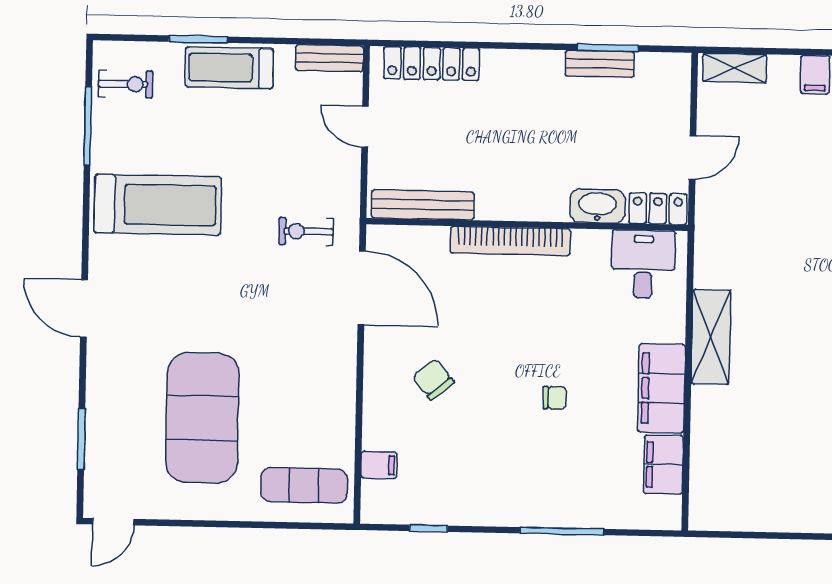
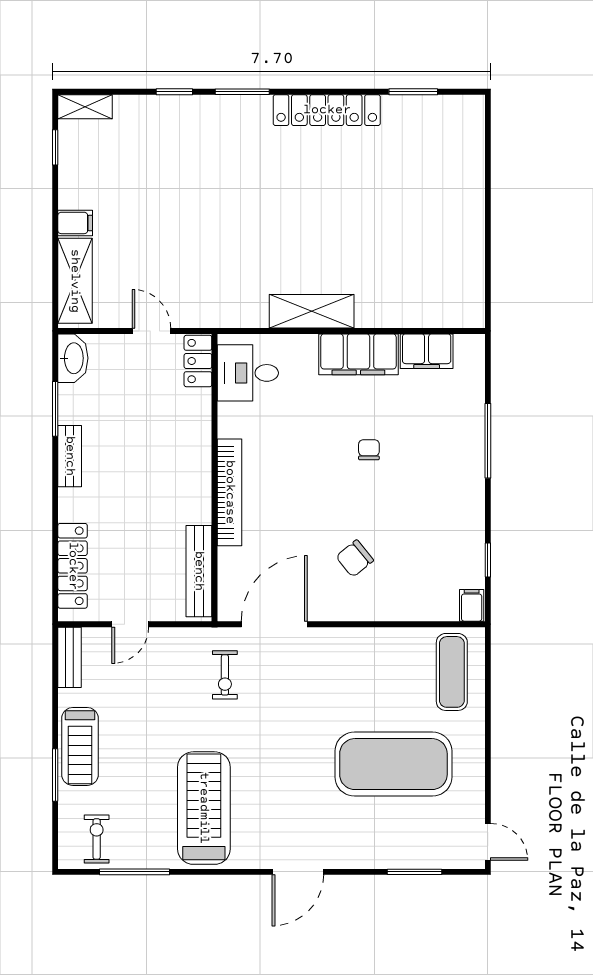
bench: (600, 64) -> (70, 456), moved
shelving: (735, 68) -> (75, 281), width x1.50, depth x1.33
washbasin: (597, 206) -> (73, 358), moved, turned 180
filing cabinet: (379, 465) -> (472, 605), moved

